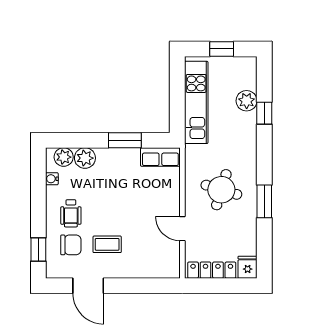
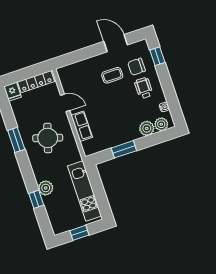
plant: (247, 101) -> (46, 188), moved
row of seats: (160, 157) -> (82, 126), moved, turned 90

